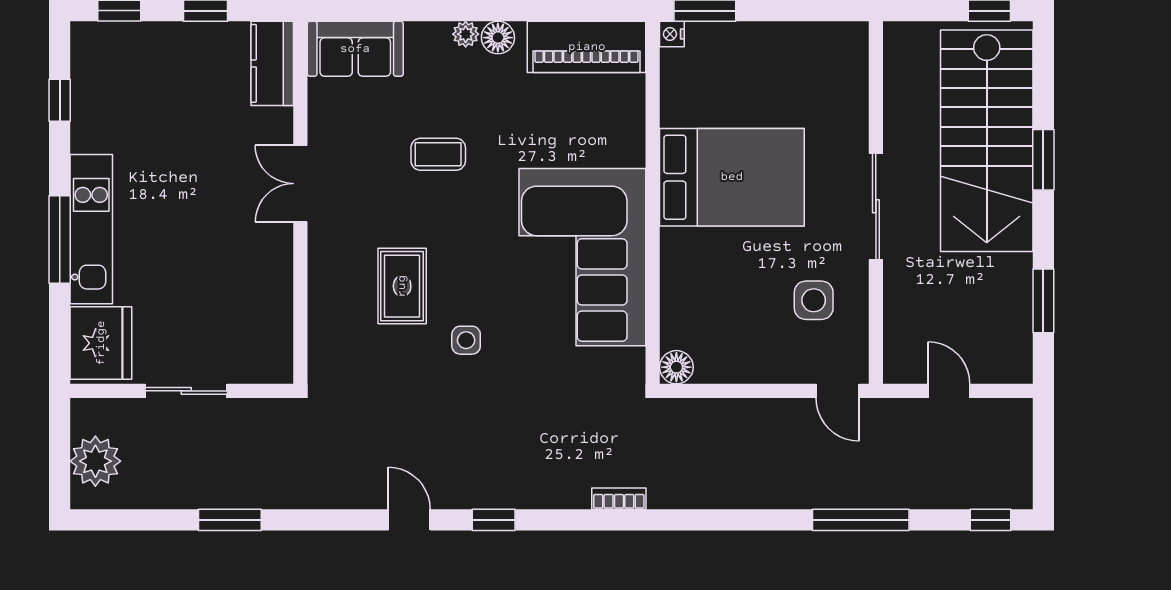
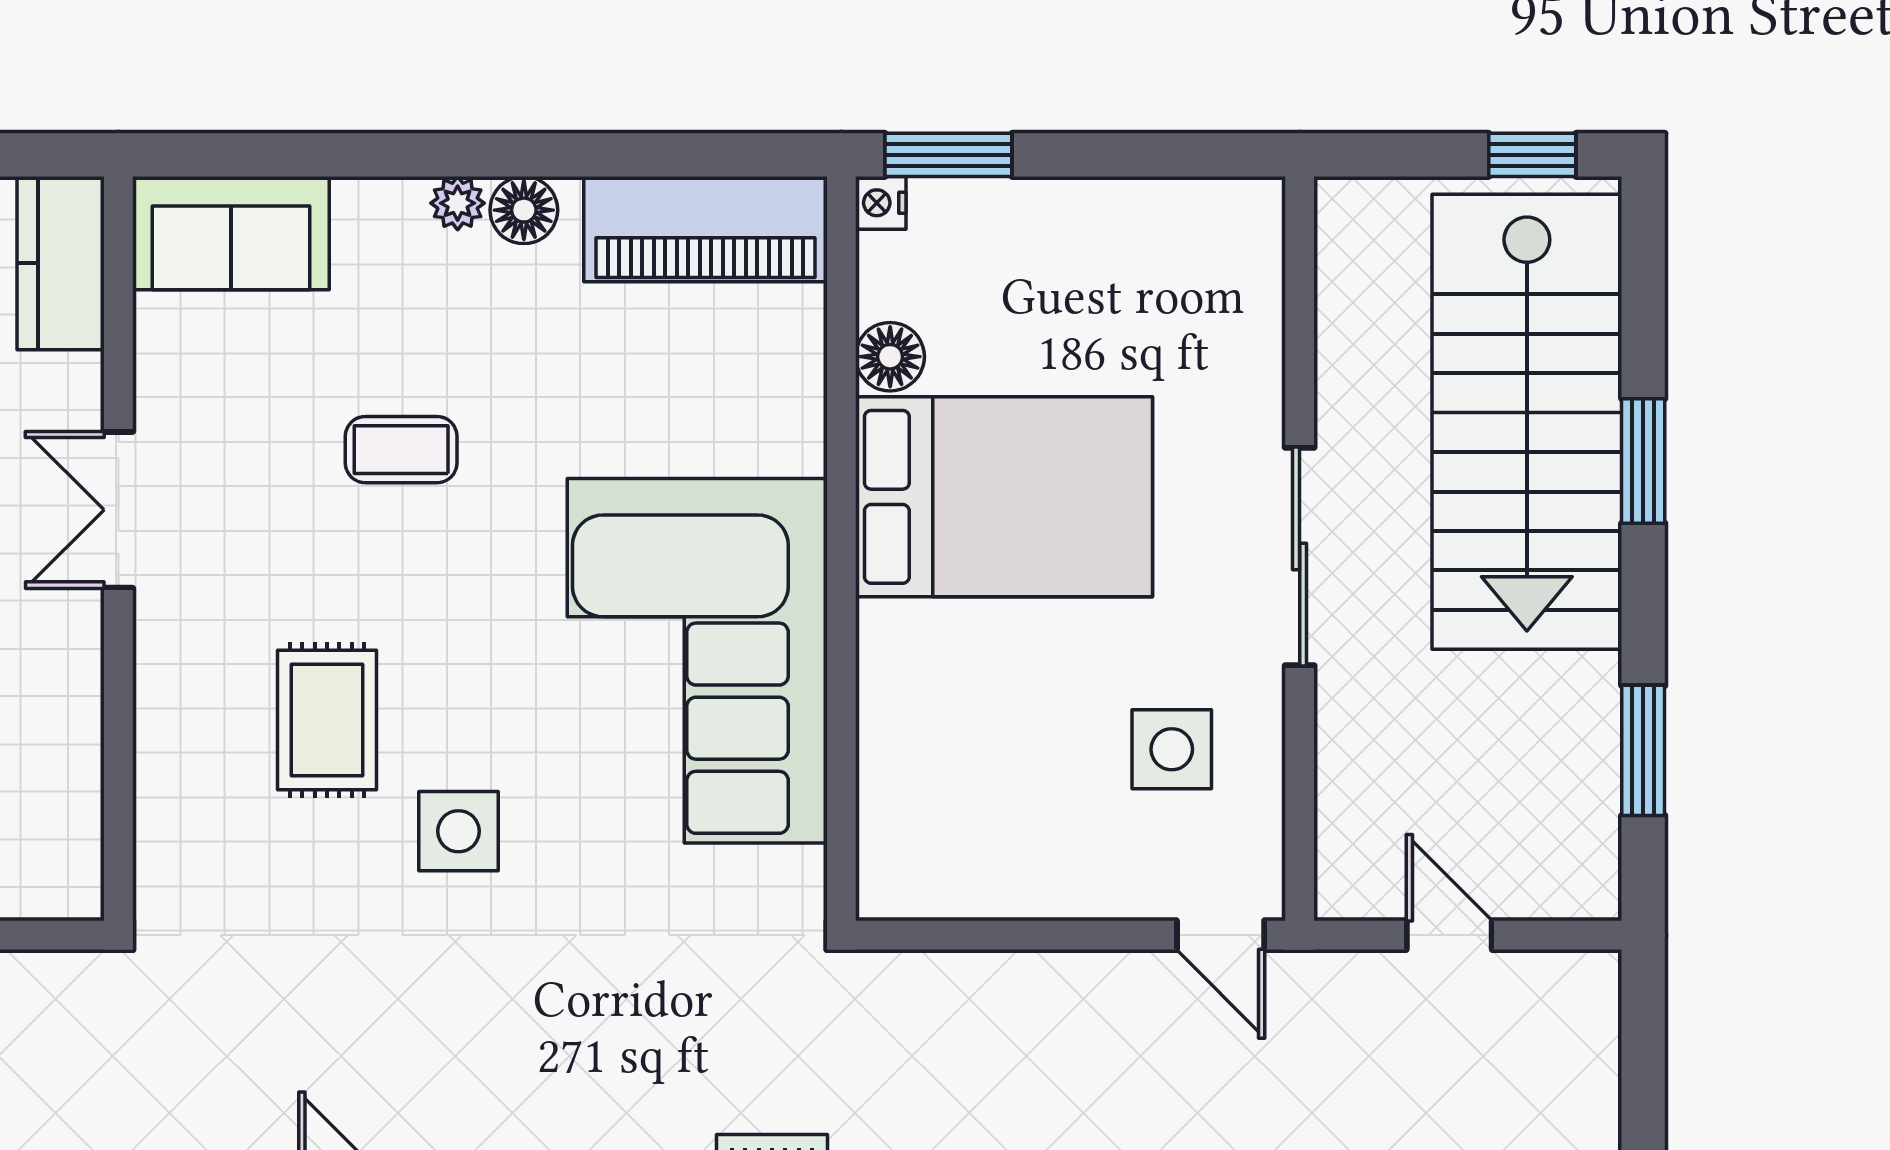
side table: (466, 340) -> (458, 831), width x1.37, depth x1.37
floor lamp: (676, 367) -> (890, 357), moved

